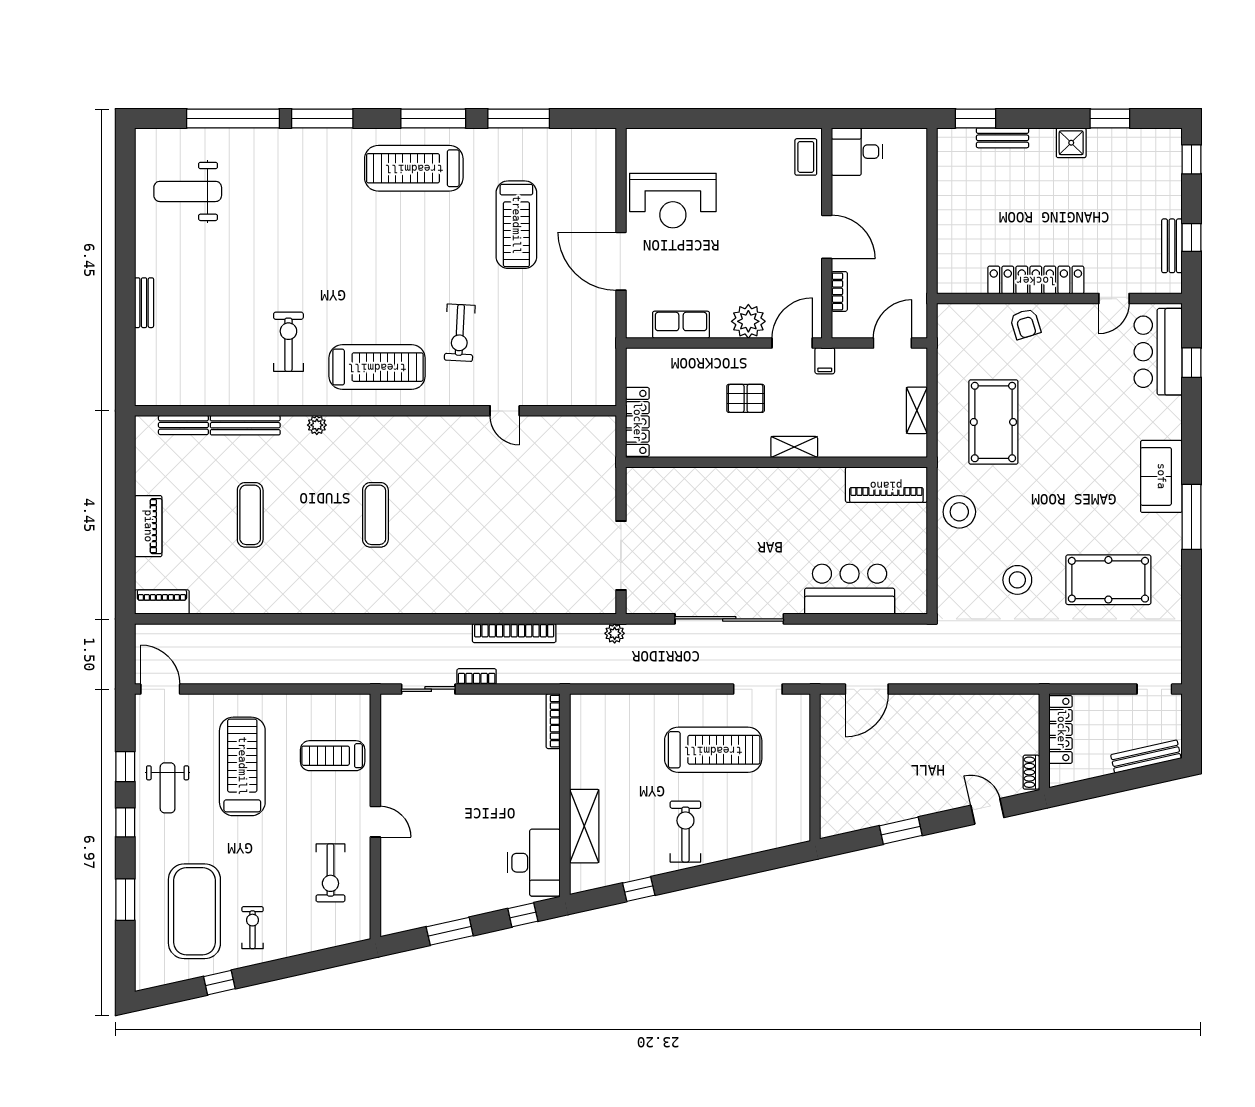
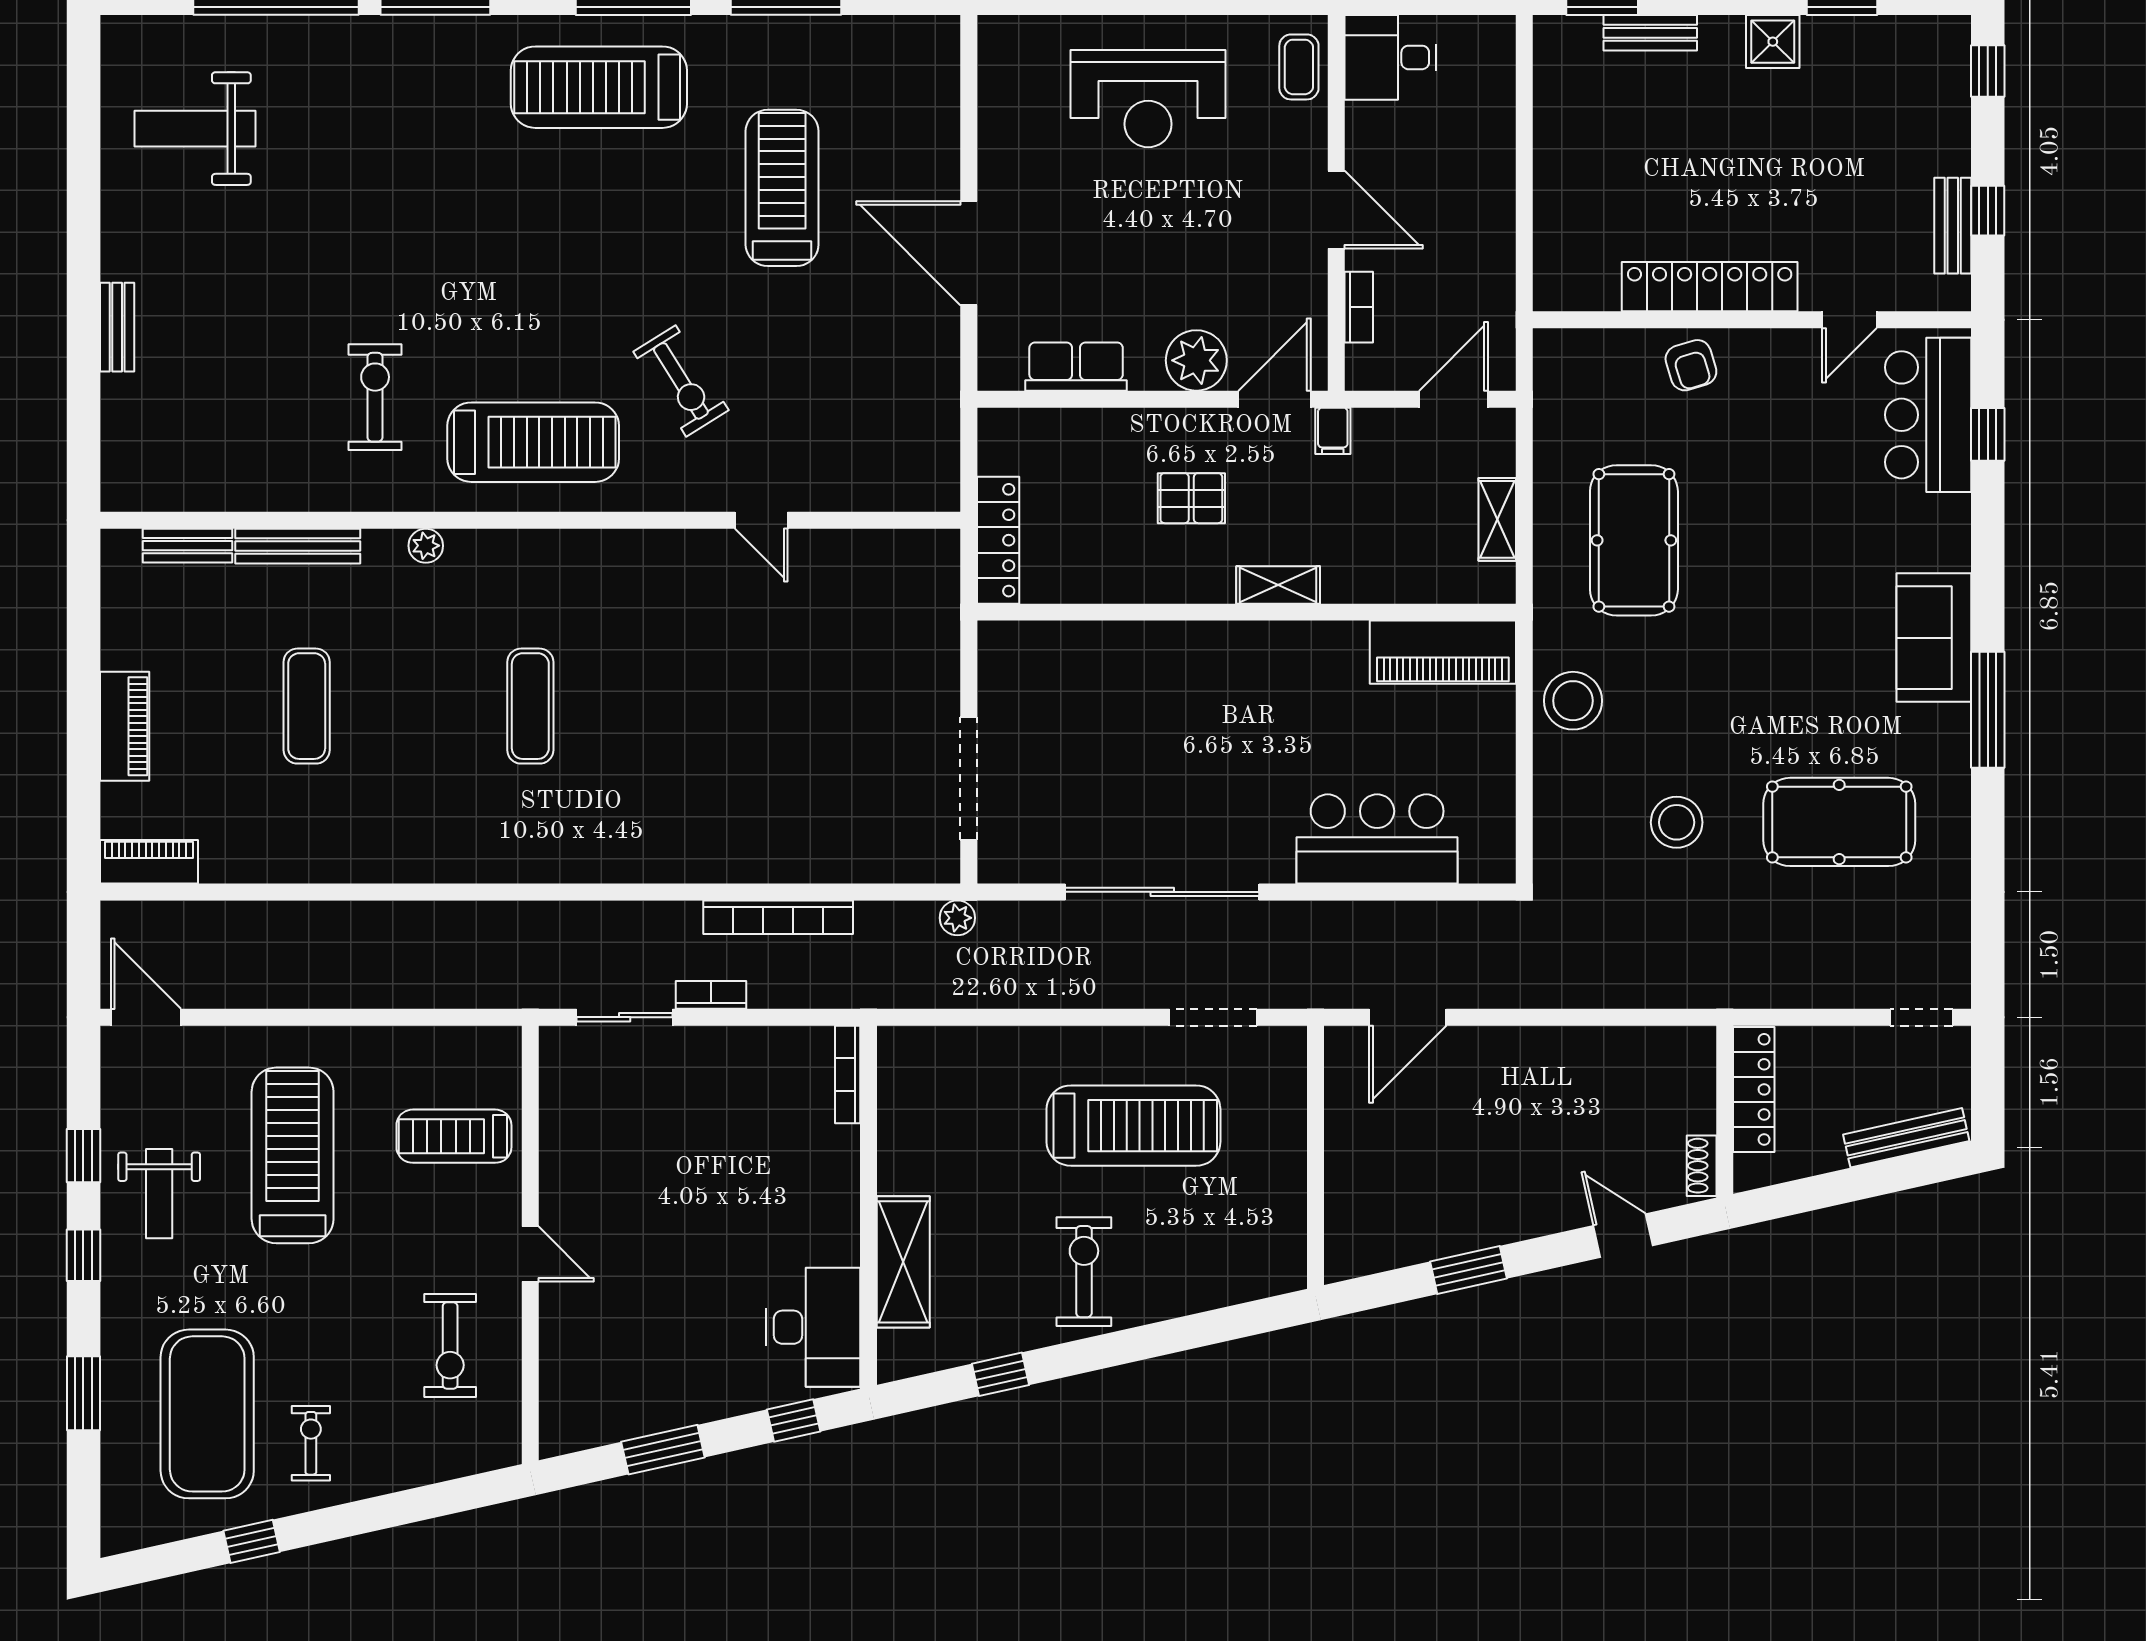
reception desk: (673, 201) -> (1148, 99), moved
treadmill: (516, 225) -> (782, 188), turned 180
exercise bike: (460, 333) -> (681, 381), turned -35

